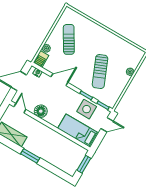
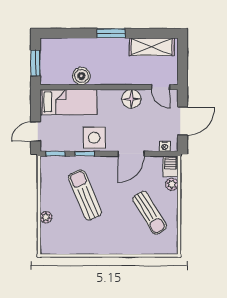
side table: (87, 109) -> (94, 138), moved
boiler: (62, 141) -> (81, 76), added

